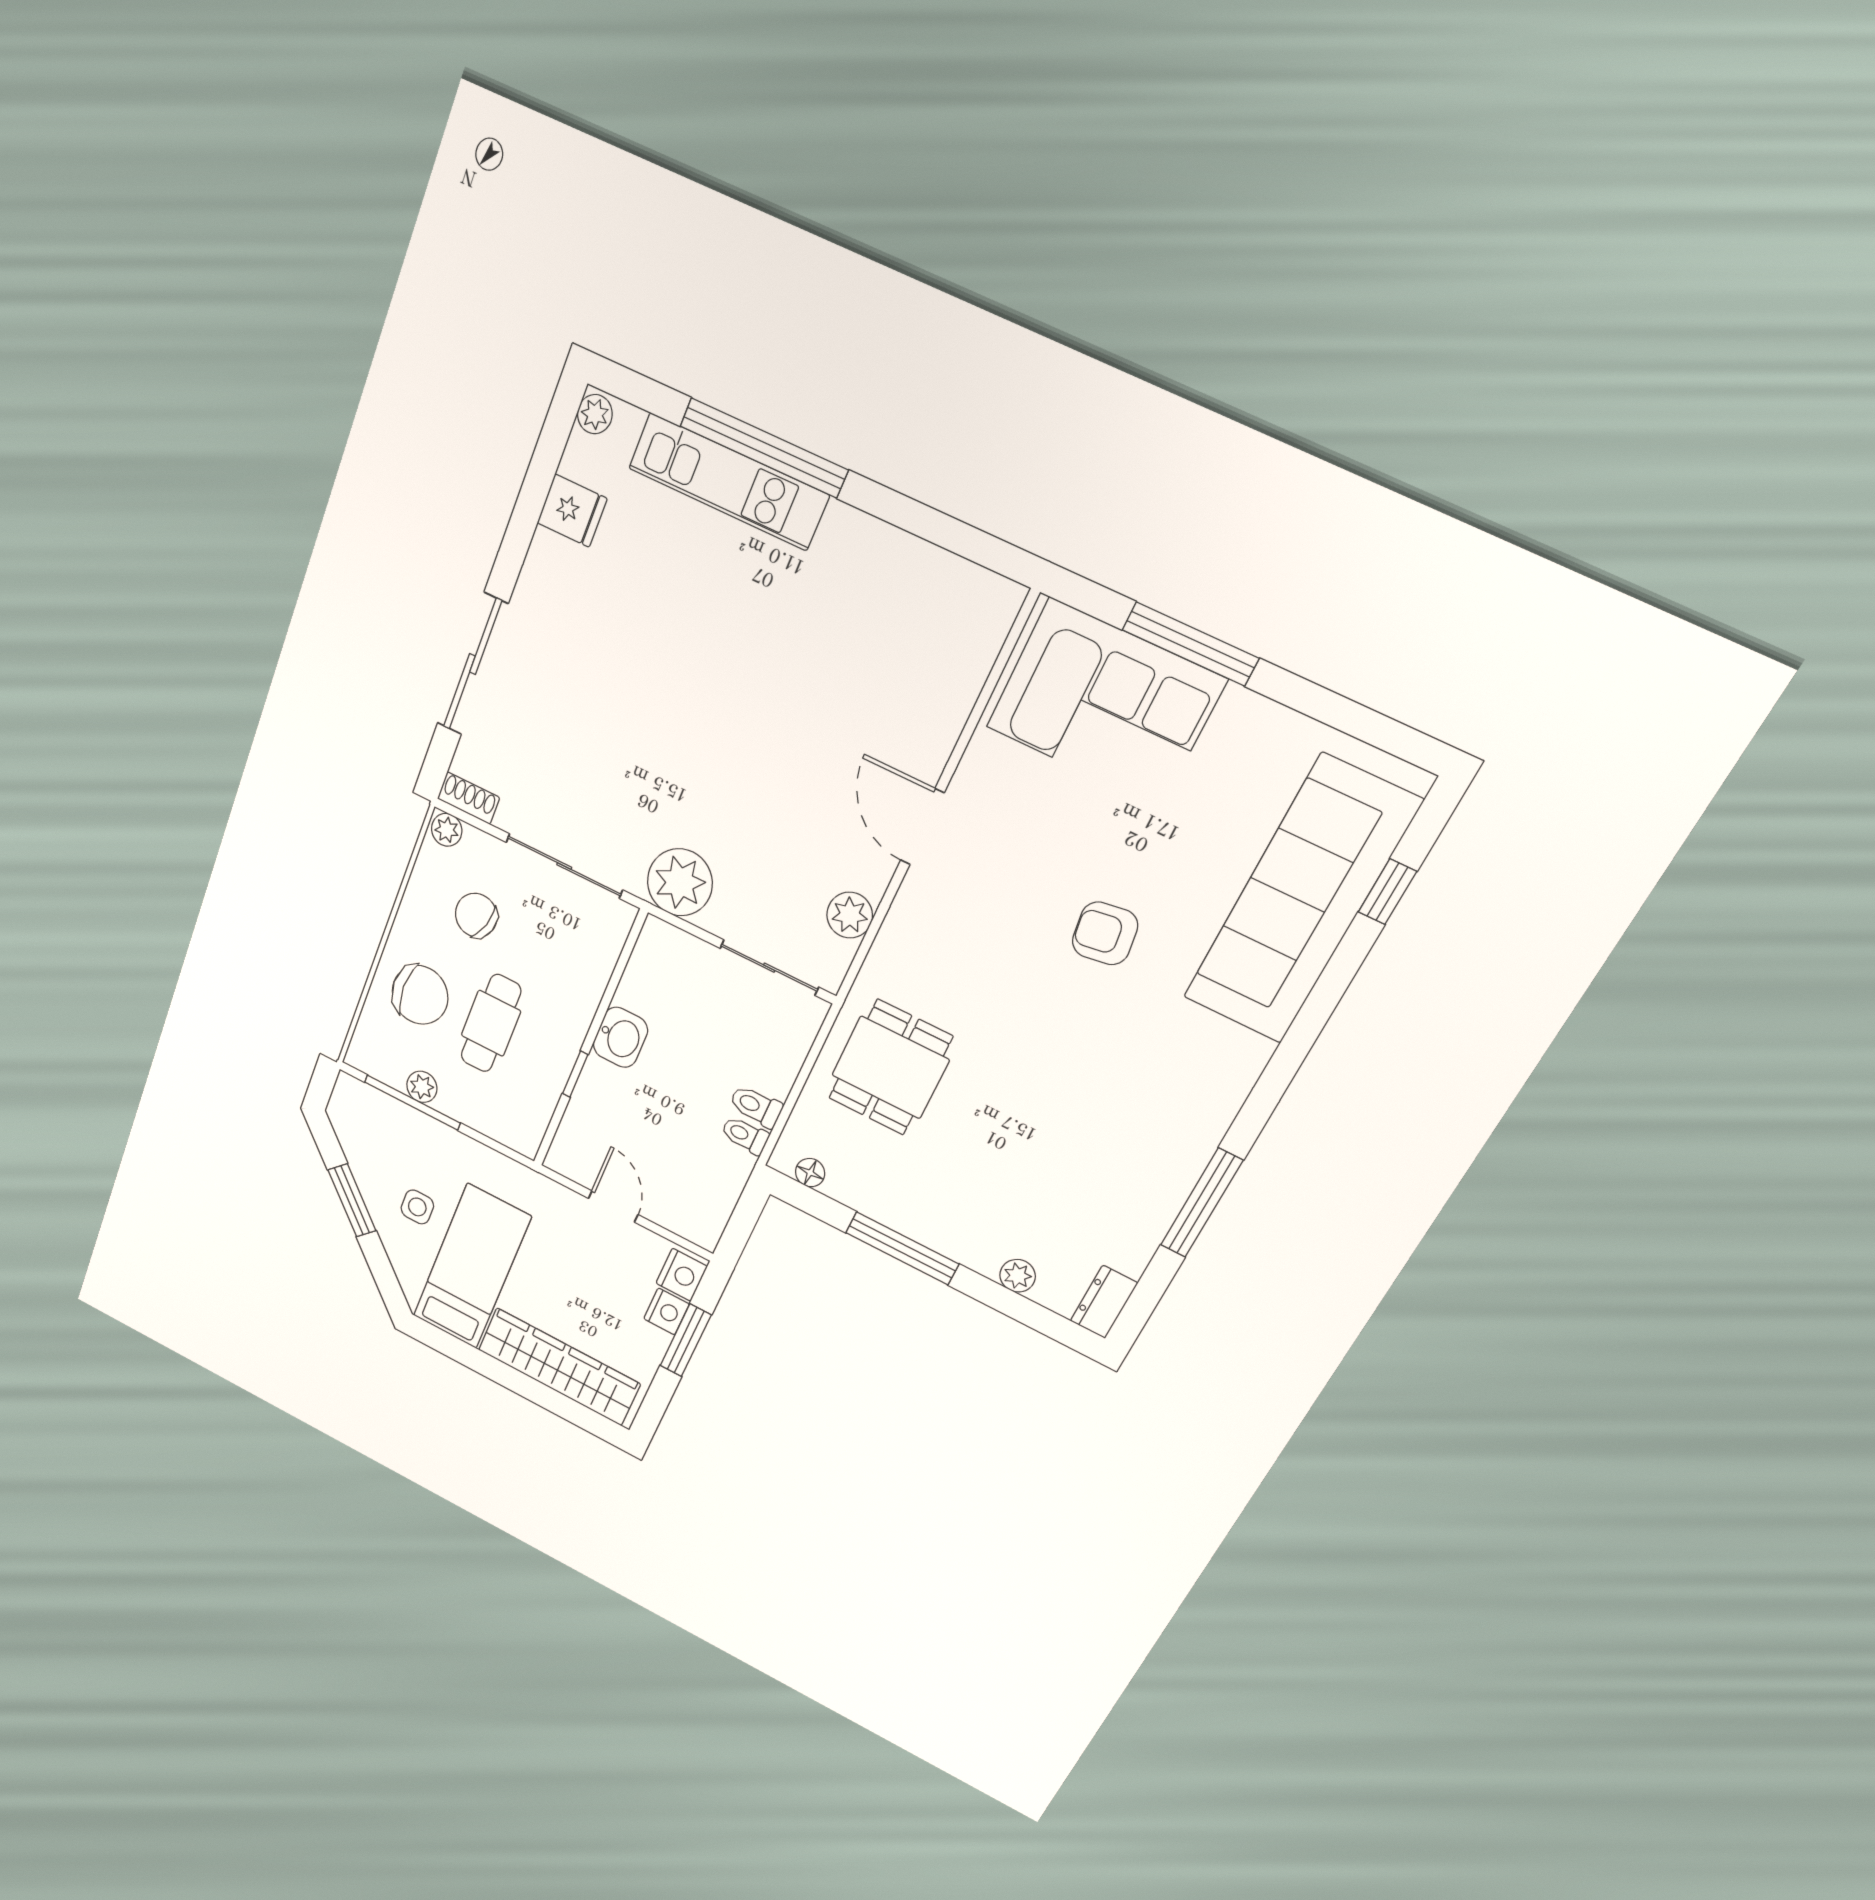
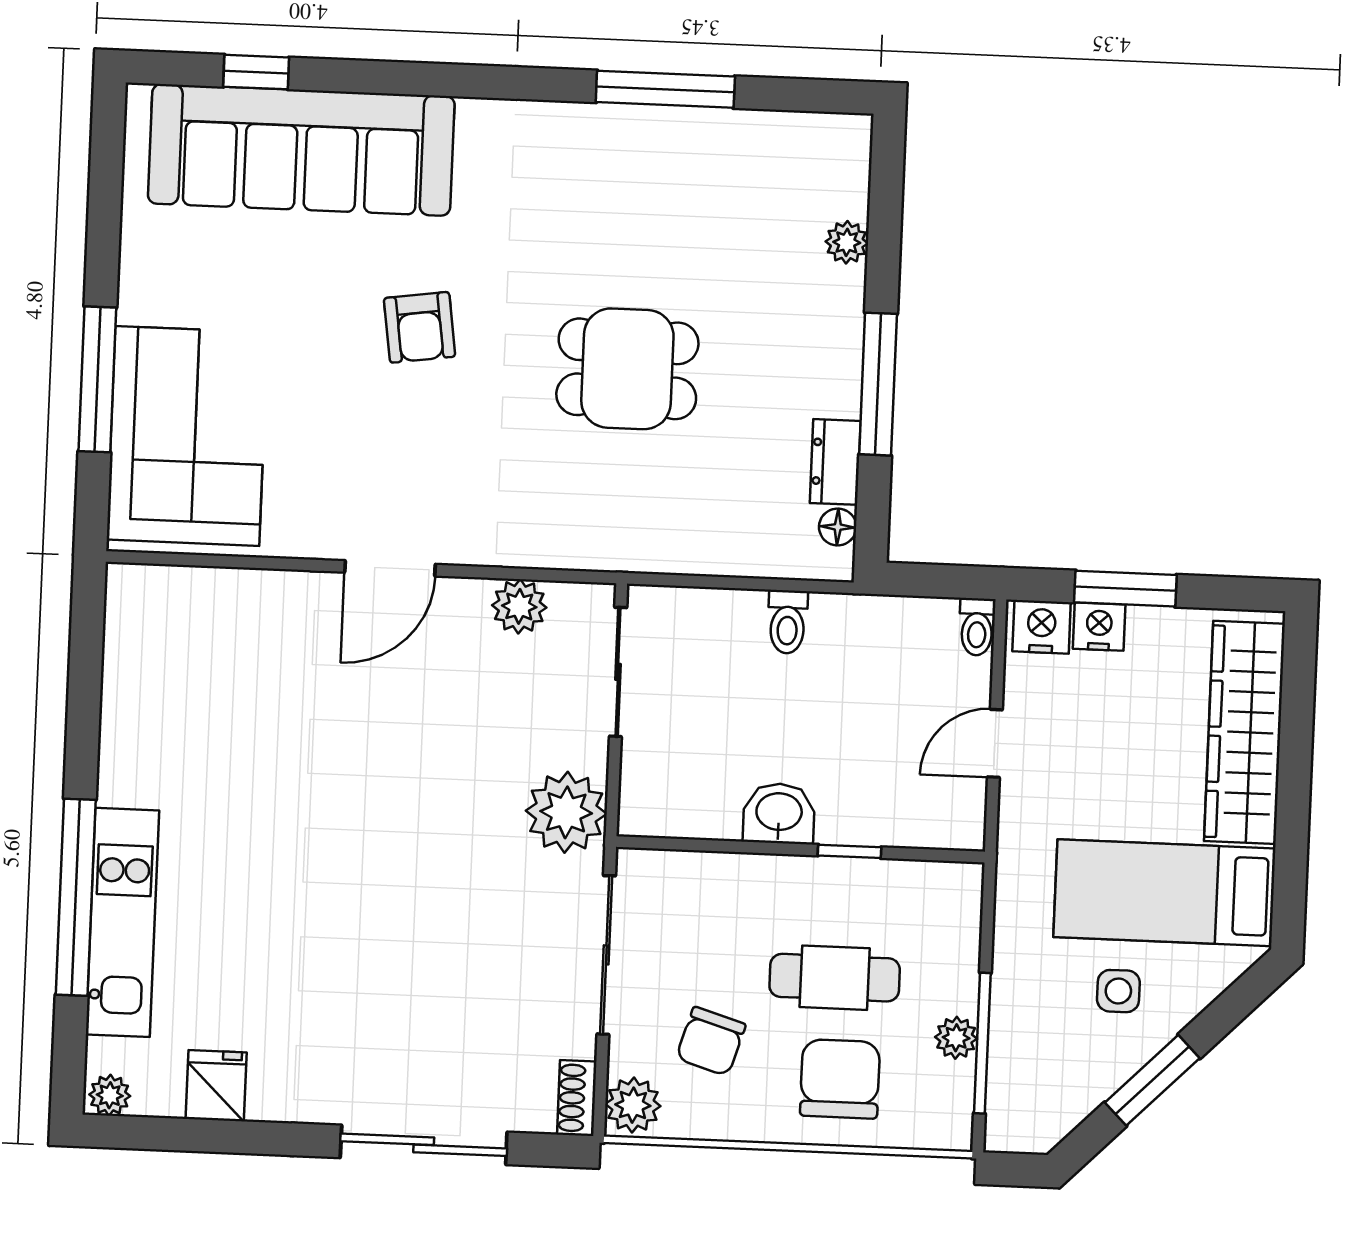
plant: (447, 830) -> (633, 1105), width x1.38, depth x1.38
dining table: (890, 1067) -> (627, 369), moved
toilet: (745, 1135) -> (977, 627), moved
dresser: (1104, 1302) -> (835, 462), moved, turned 90

